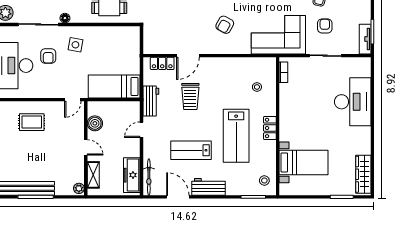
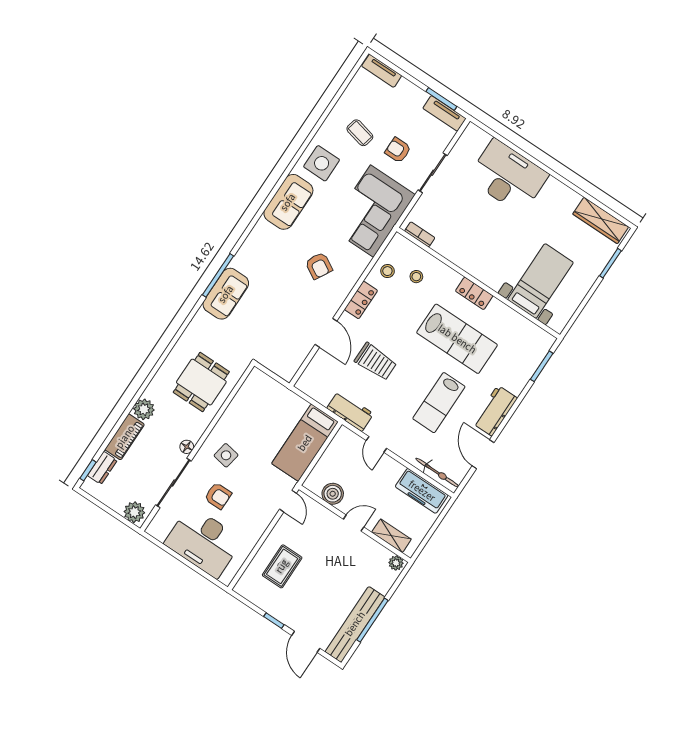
locker: (162, 63) -> (361, 300), moved
stool: (264, 181) -> (387, 271), moved
door: (178, 197) -> (483, 454), hinge flipped

